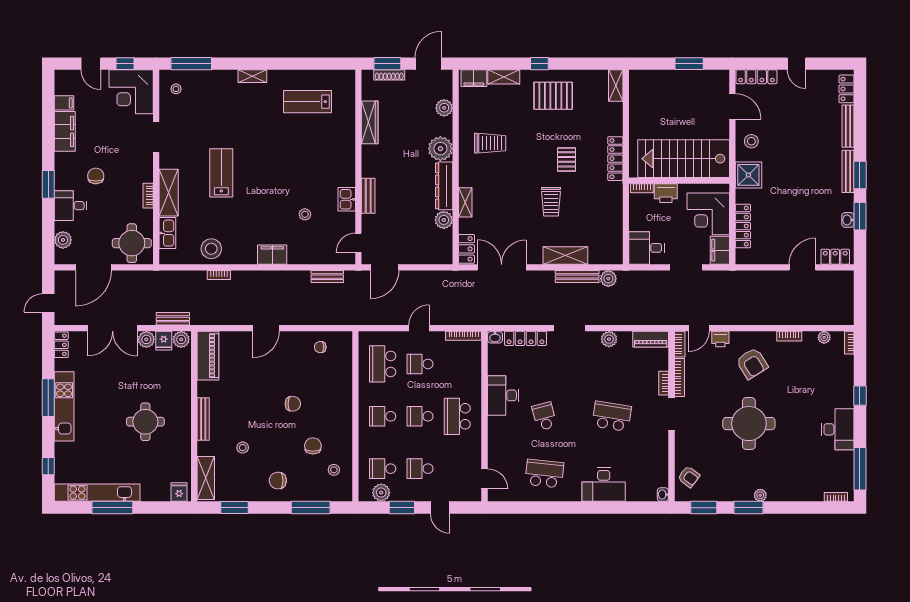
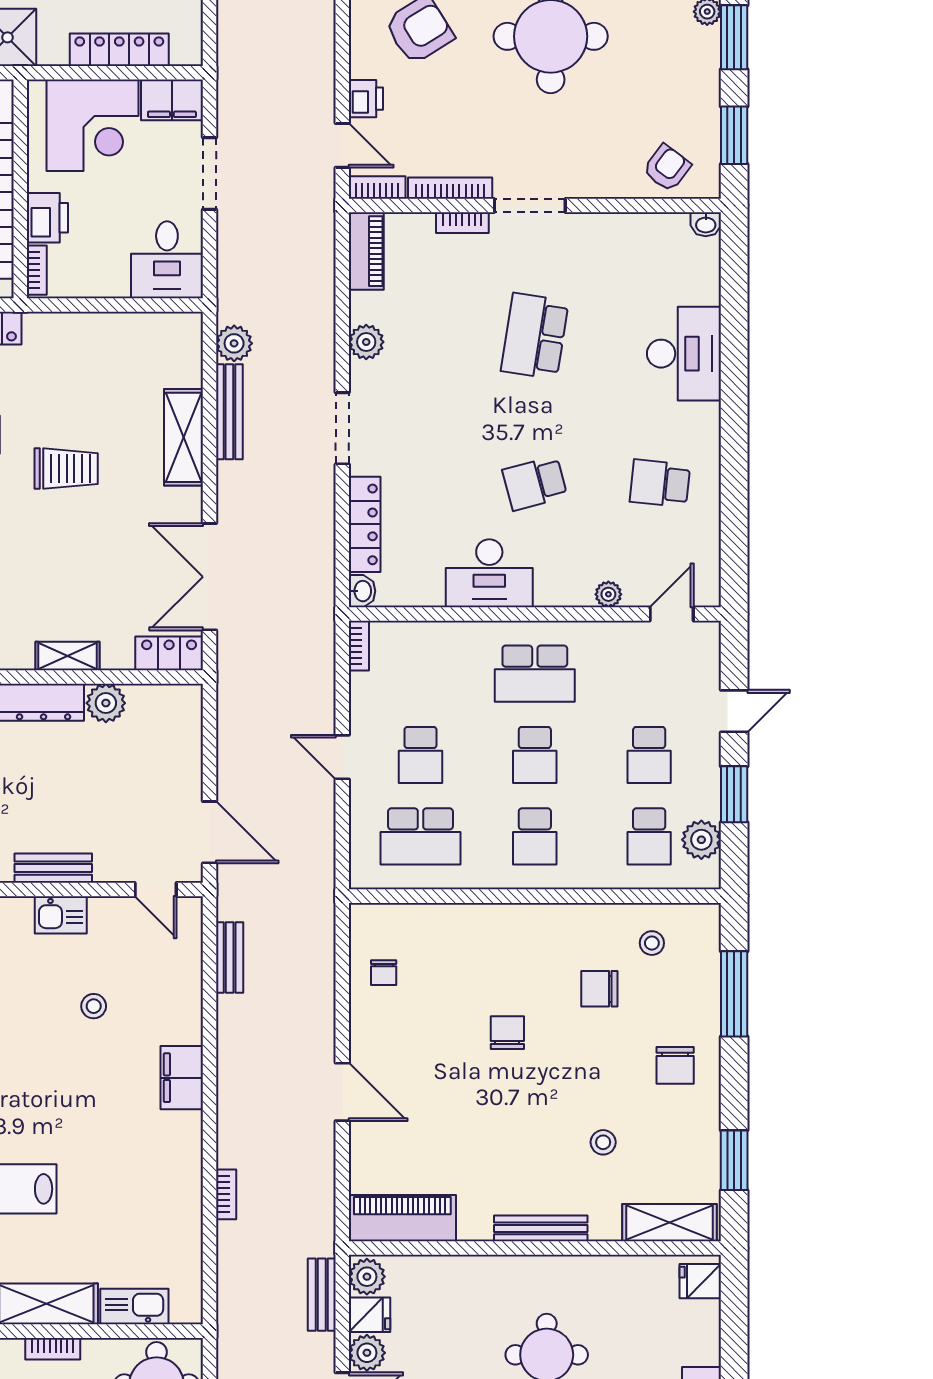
stool: (211, 249) -> (169, 1211), removed
bookcase: (464, 336) -> (359, 646), width x0.64
plant: (494, 450) -> (608, 594), added
school desk: (544, 474) -> (660, 483), width x0.54

